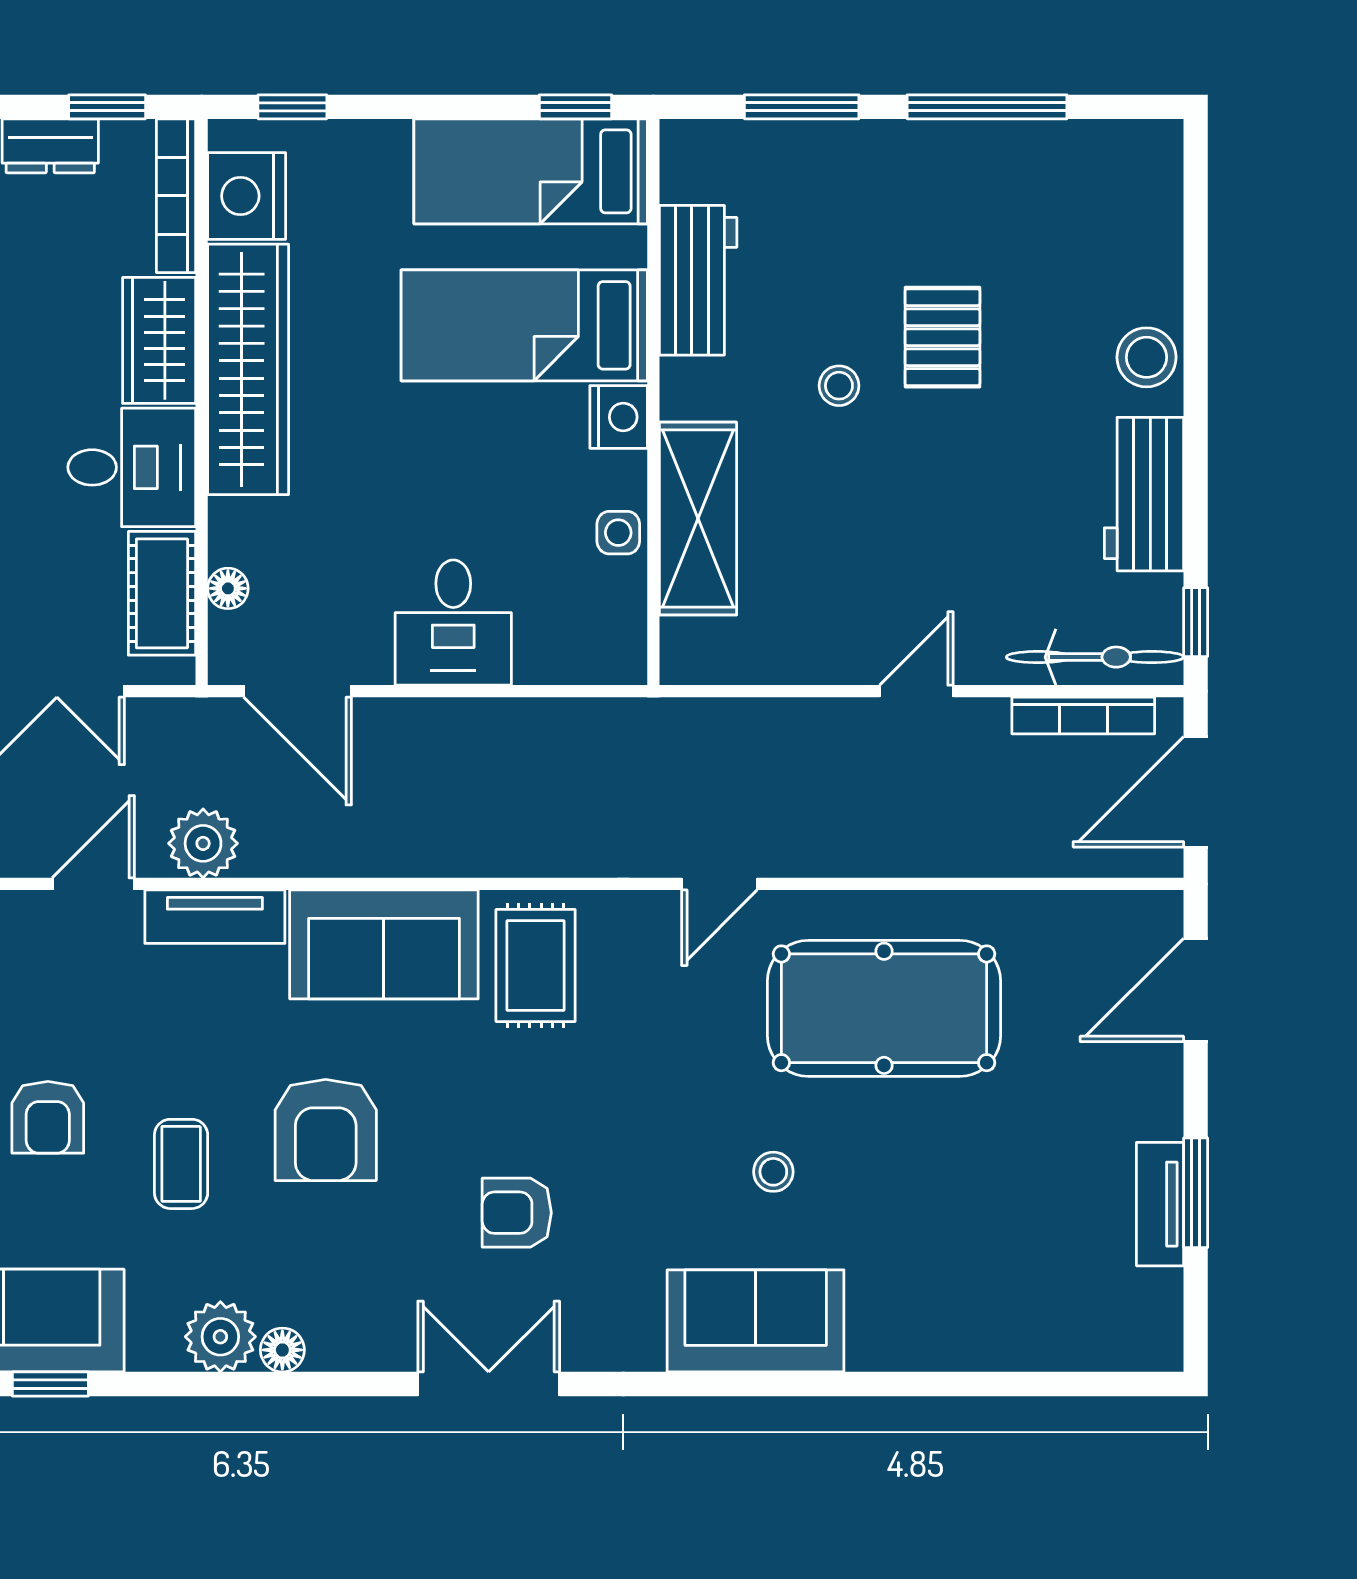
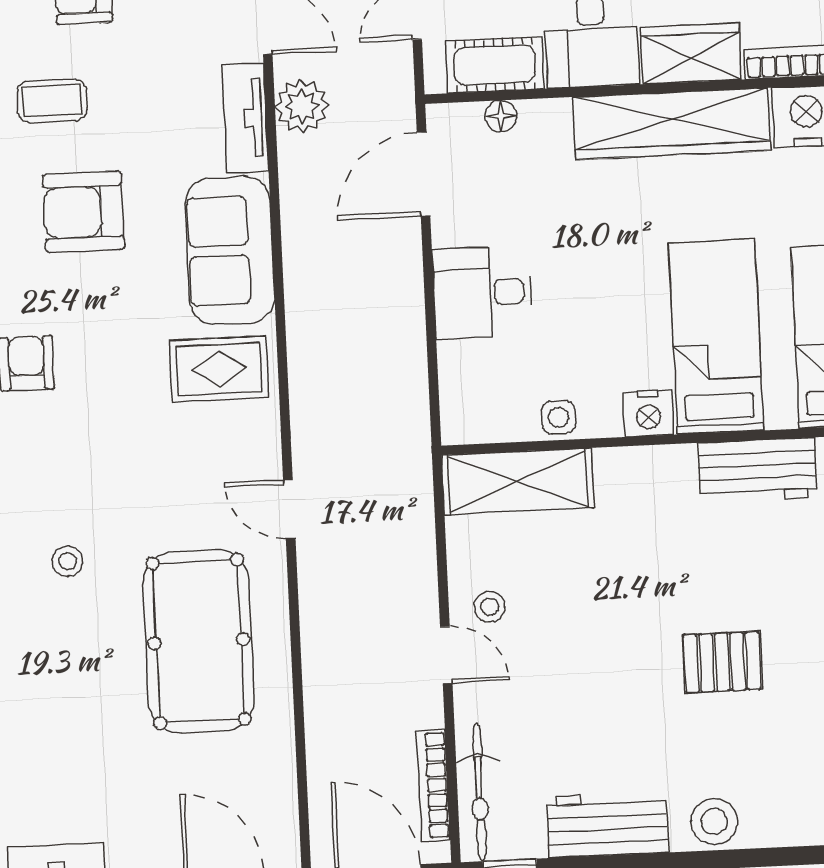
stool: (839, 386) -> (490, 607), moved
shelving: (698, 519) -> (518, 481), moved

